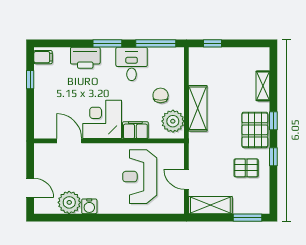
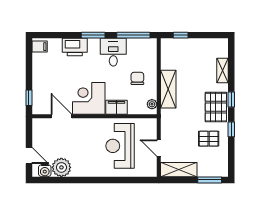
window: (30, 80) -> (29, 98), moved
plant: (173, 121) -> (152, 104), width x0.53, depth x0.53
water cooler: (89, 206) -> (45, 171), moved

